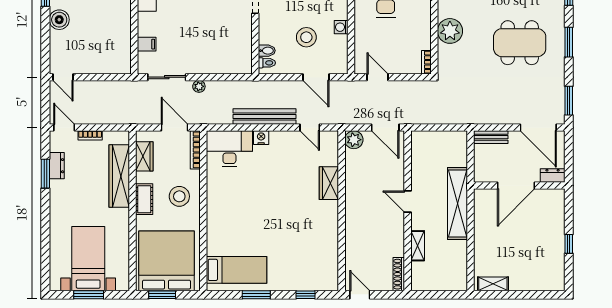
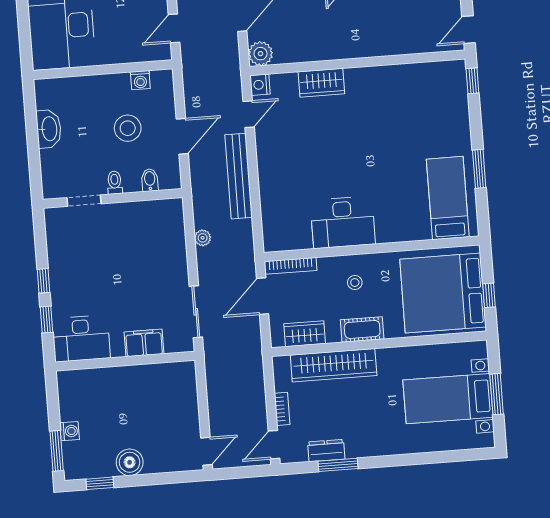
washing machine: (341, 27) -> (140, 80), moved
filing cabinet: (147, 44) -> (144, 343), width x2.00
toilet: (267, 63) -> (115, 183), moved
door: (316, 77) -> (182, 136), moved
plant: (199, 86) -> (203, 238), moved
nightstand: (261, 138) -> (260, 85), moved
desk: (229, 149) -> (343, 222), moved, turned -90
stool: (179, 196) -> (355, 282), width x0.53, depth x0.53
window: (162, 295) -> (489, 295), width x0.67
window: (305, 295) -> (472, 81), moved

